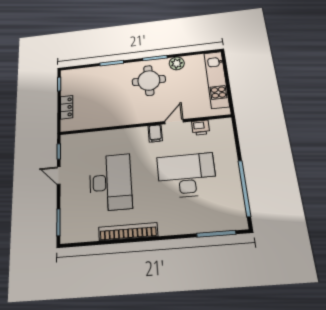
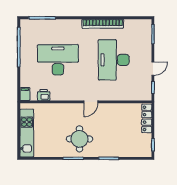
plant: (177, 63) -> (56, 151), removed
locker: (67, 107) -> (147, 118), width x1.53
door: (174, 122) -> (91, 102), moved
filing cabinet: (155, 133) -> (25, 94), moved
door: (59, 175) -> (153, 69), hinge flipped
desk: (187, 175) -> (58, 60), turned 180

